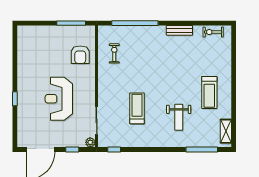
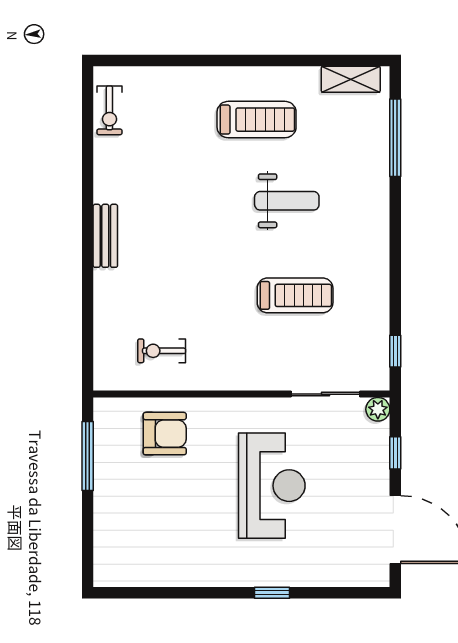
window: (135, 23) -> (88, 301), removed
bench: (179, 30) -> (105, 236), moved
reception desk: (59, 99) -> (272, 486), turned -90
treadmill: (137, 108) -> (295, 295), turned 180
weight bench: (179, 117) -> (287, 201), moved

